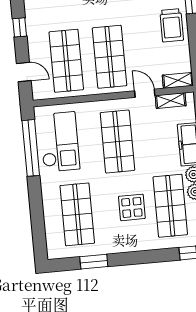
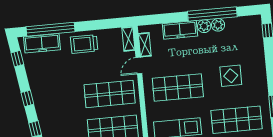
trolley: (172, 25) -> (84, 44), turned 180
shop shelf: (170, 206) -> (229, 45), removed

